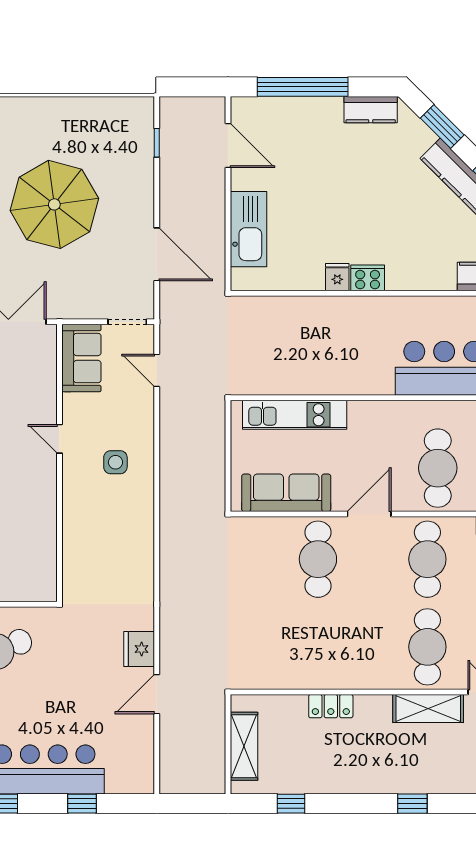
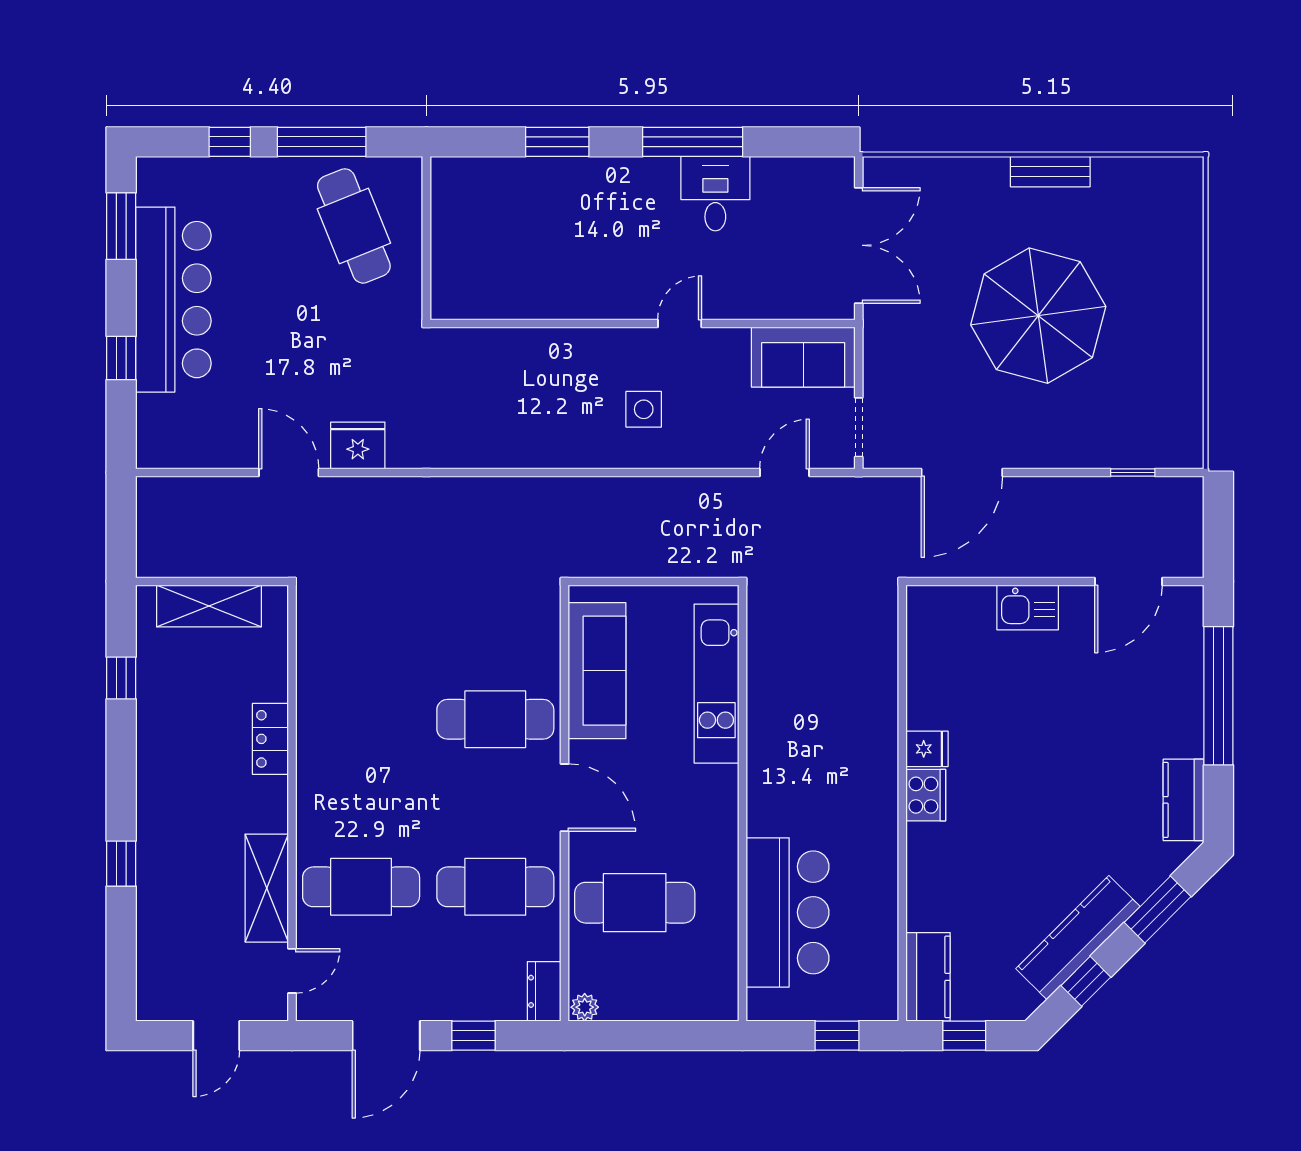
kitchen sink: (248, 229) -> (1028, 607), width x0.53, depth x0.81

